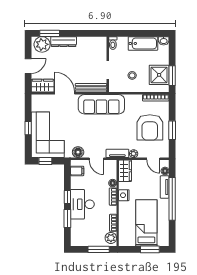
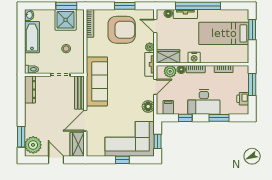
dresser: (64, 42) -> (30, 90), moved
door: (153, 159) -> (155, 26), swing flipped
window: (67, 197) -> (185, 118), moved
plant: (111, 238) -> (170, 71), moved
printer: (85, 241) -> (243, 99), added

